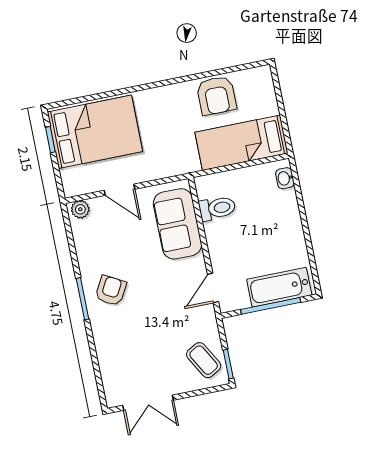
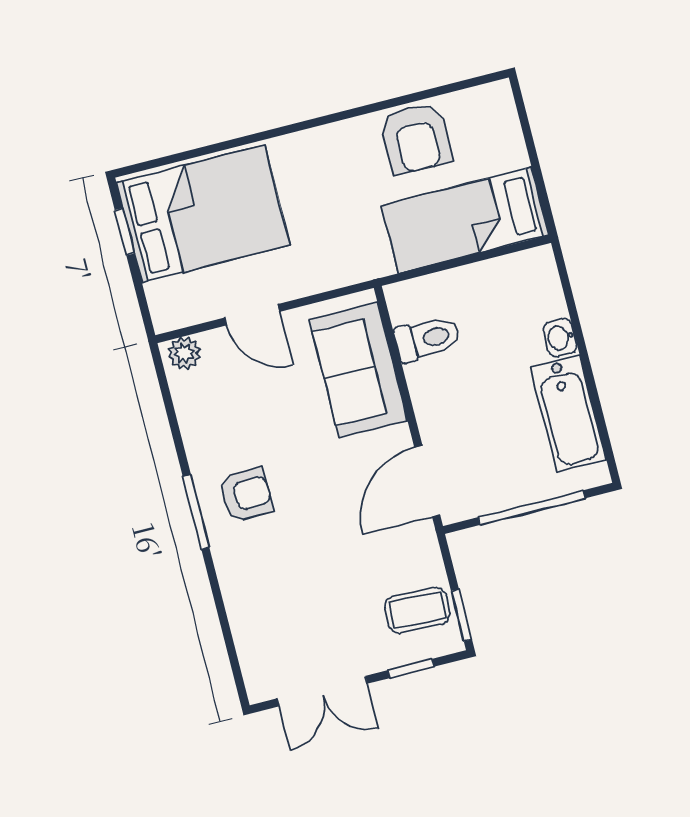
washbasin: (285, 178) -> (560, 338), moved
bathtub: (279, 287) -> (568, 413), moved, turned -90
door: (213, 288) -> (427, 481), width x1.38
armchair: (111, 291) -> (246, 495), turned 59
coffee table: (204, 360) -> (417, 610), turned -57
window: (199, 393) -> (411, 668), added

